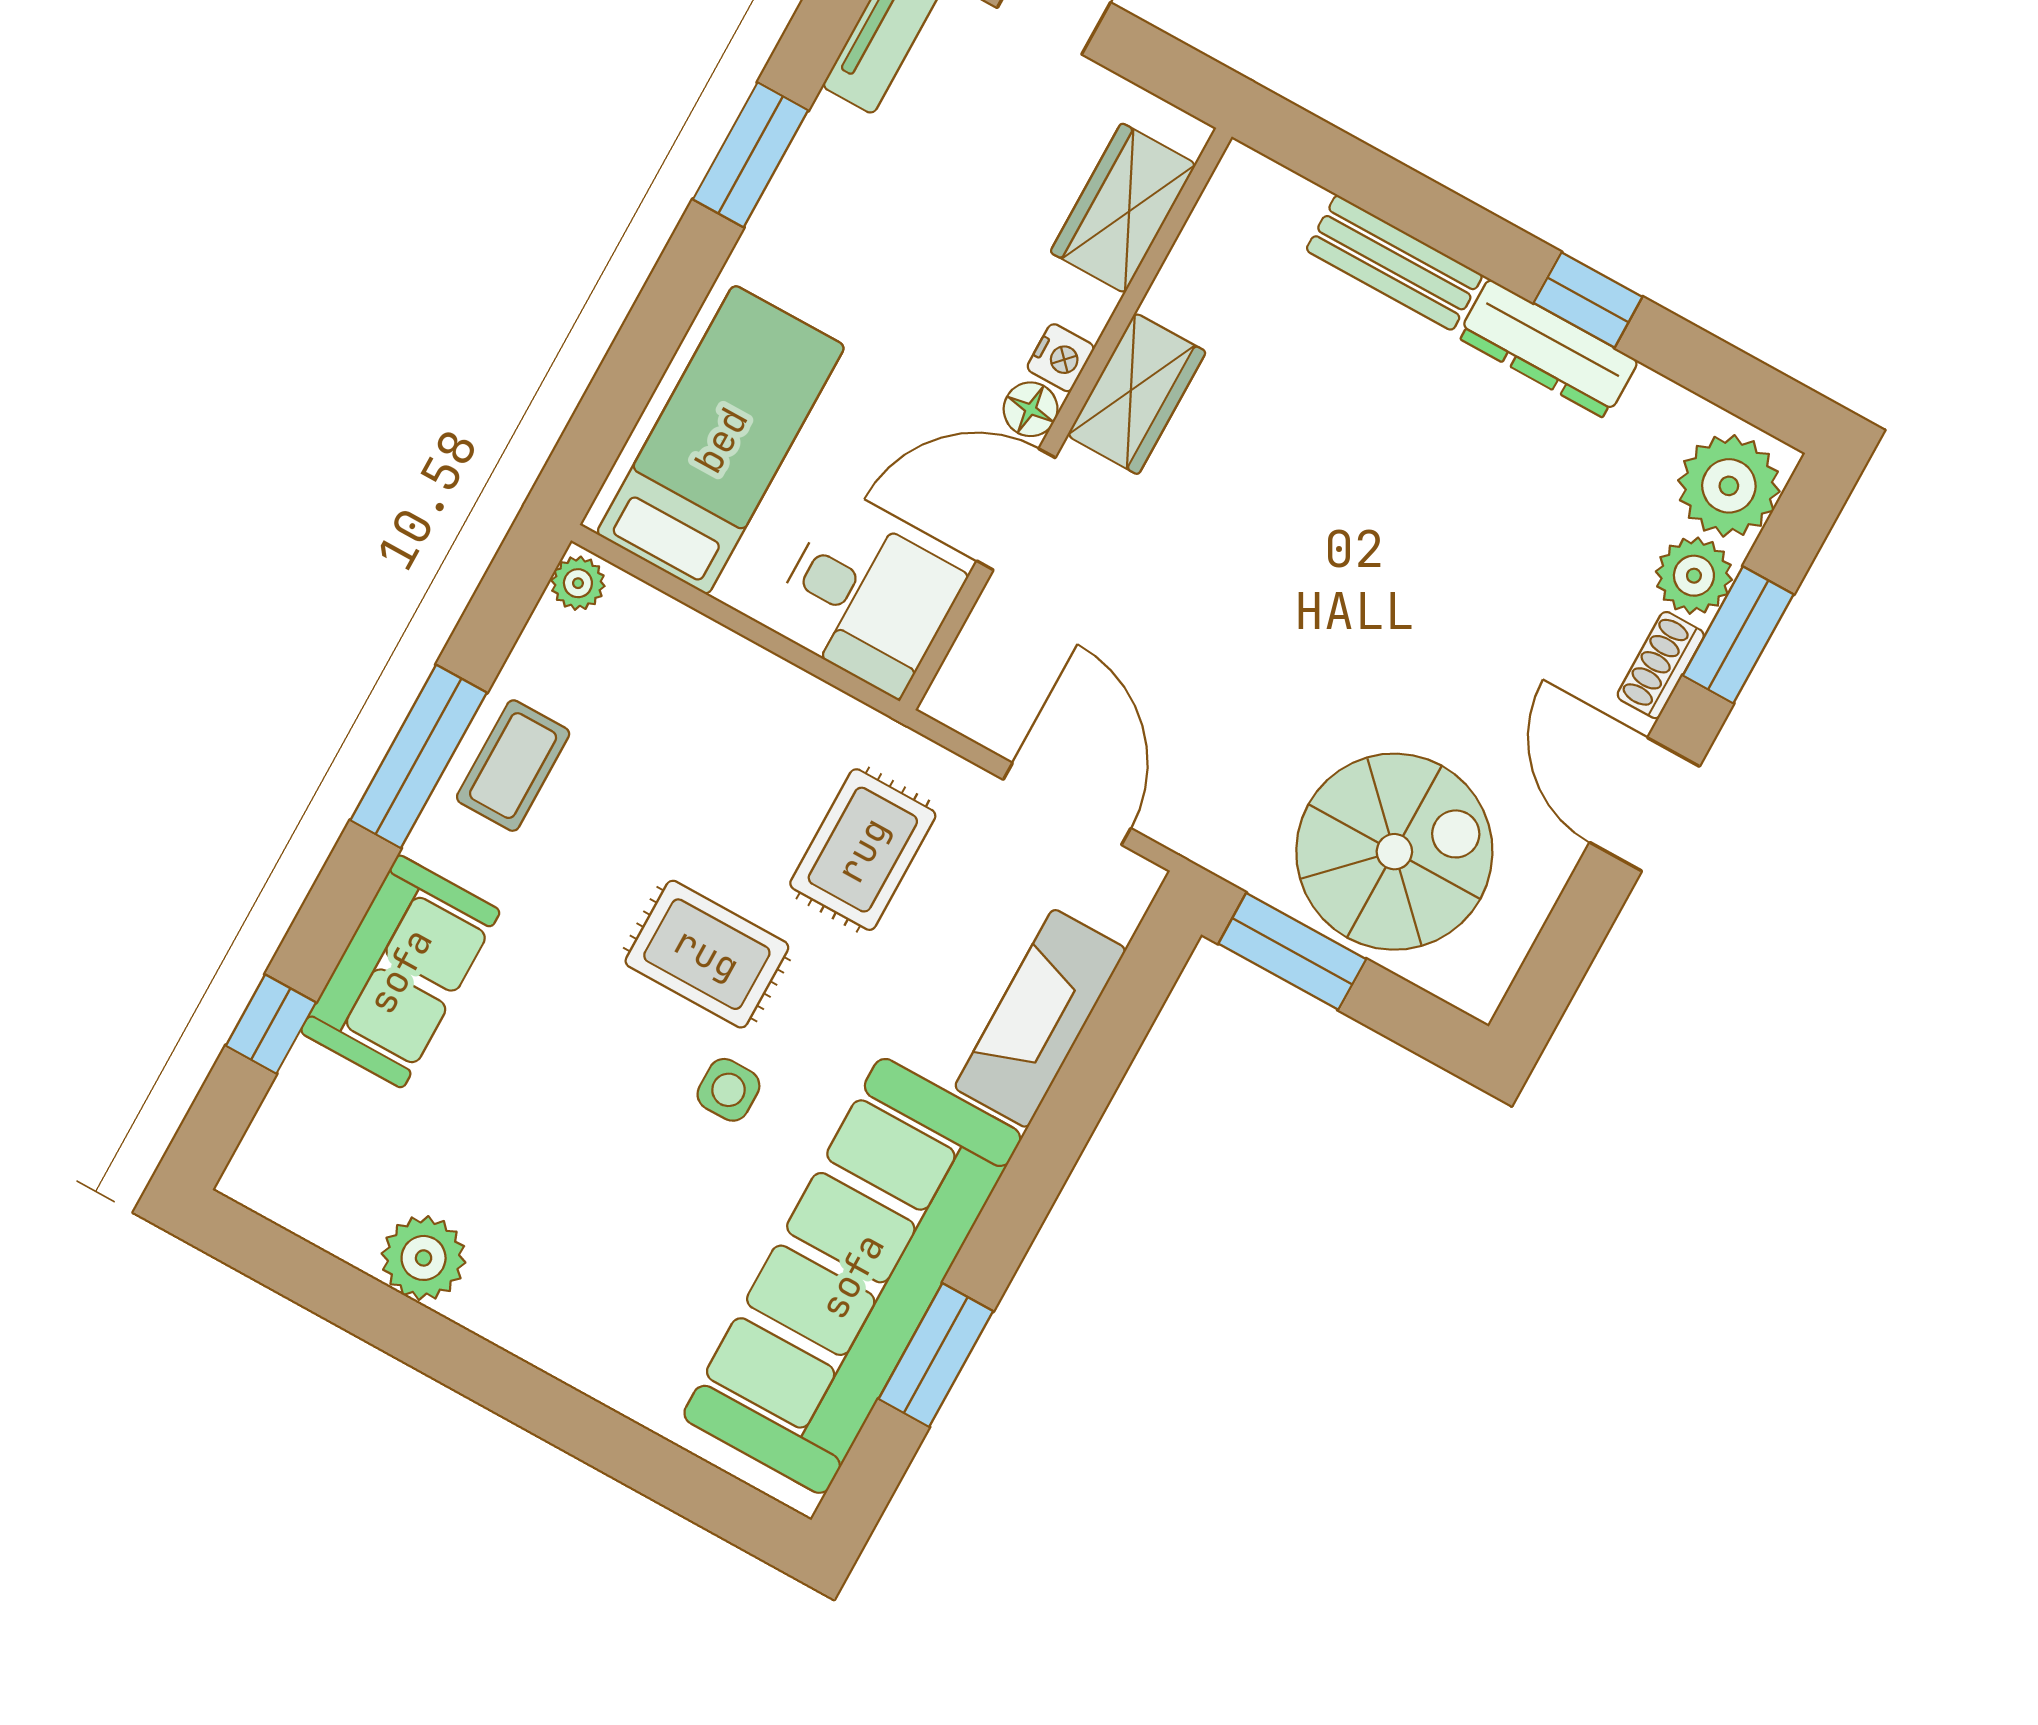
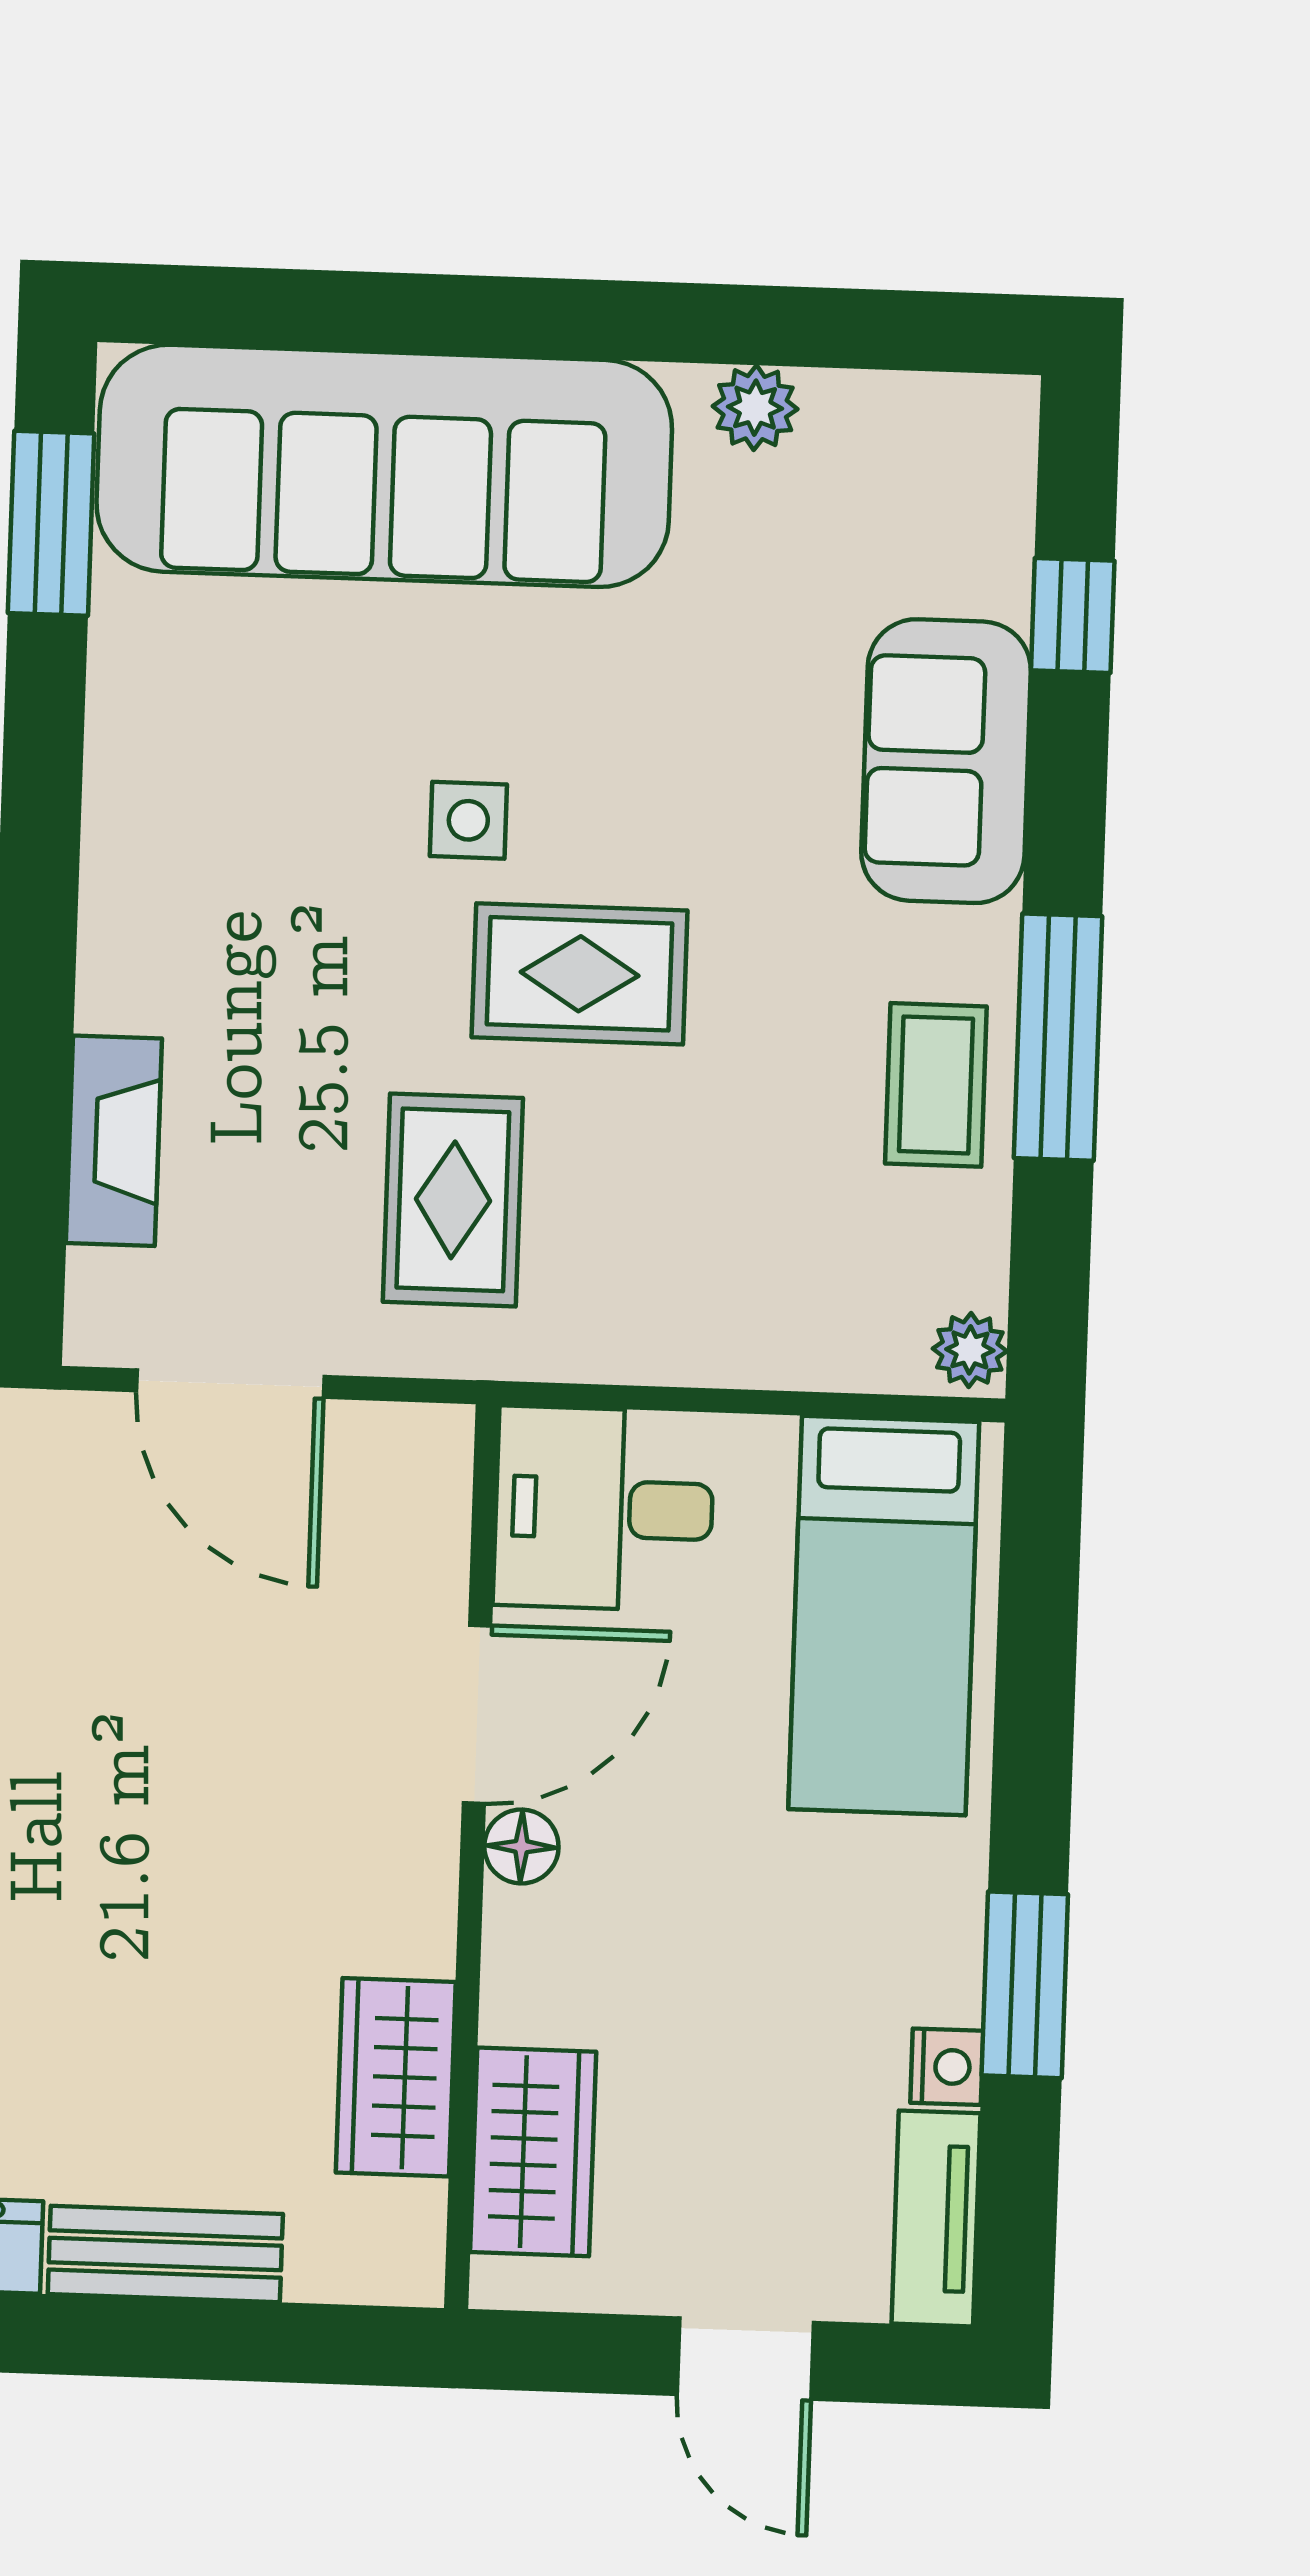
nightstand: (1061, 358) -> (947, 2067), moved, turned 180
wardrobe: (1136, 394) -> (396, 2077), moved
fireplace: (1040, 1018) -> (114, 1141), width x0.73, depth x0.76
plant: (424, 1258) -> (755, 408), width x0.73, depth x0.73
sofa: (852, 1276) -> (384, 466), moved, turned 90
window: (936, 1355) -> (51, 523), moved

